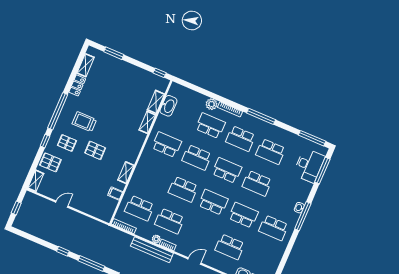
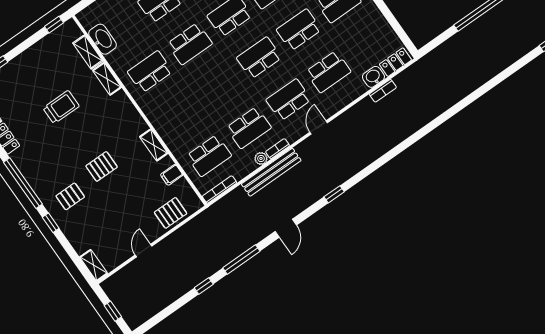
trolley: (84, 122) -> (61, 107), moved, turned 180
pallet: (50, 162) -> (171, 213), moved
school desk: (183, 189) -> (289, 100), moved, turned 180

